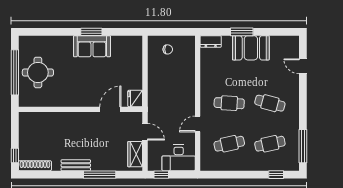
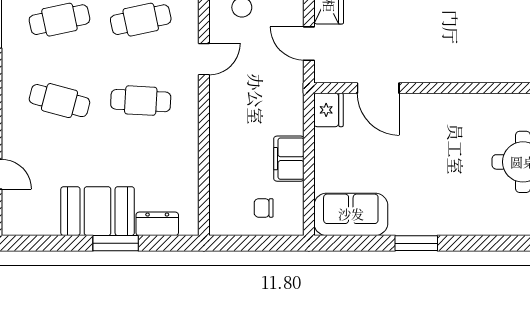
dresser: (211, 41) -> (157, 224), moved
sofa: (92, 46) -> (351, 214), moved
filing cabinet: (155, 74) -> (289, 159), added
door: (110, 109) -> (378, 88), hinge flipped

